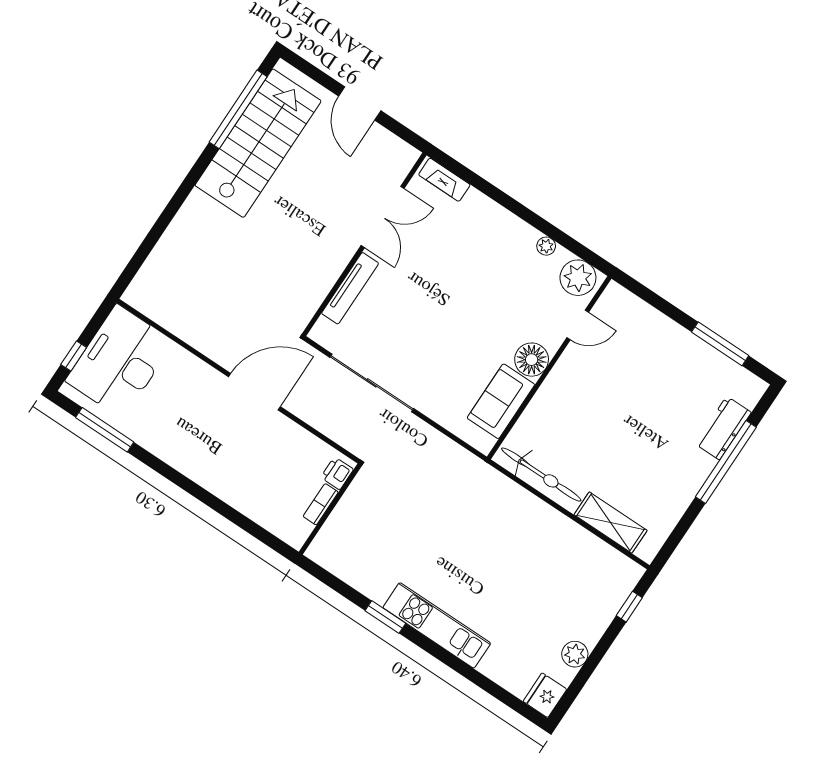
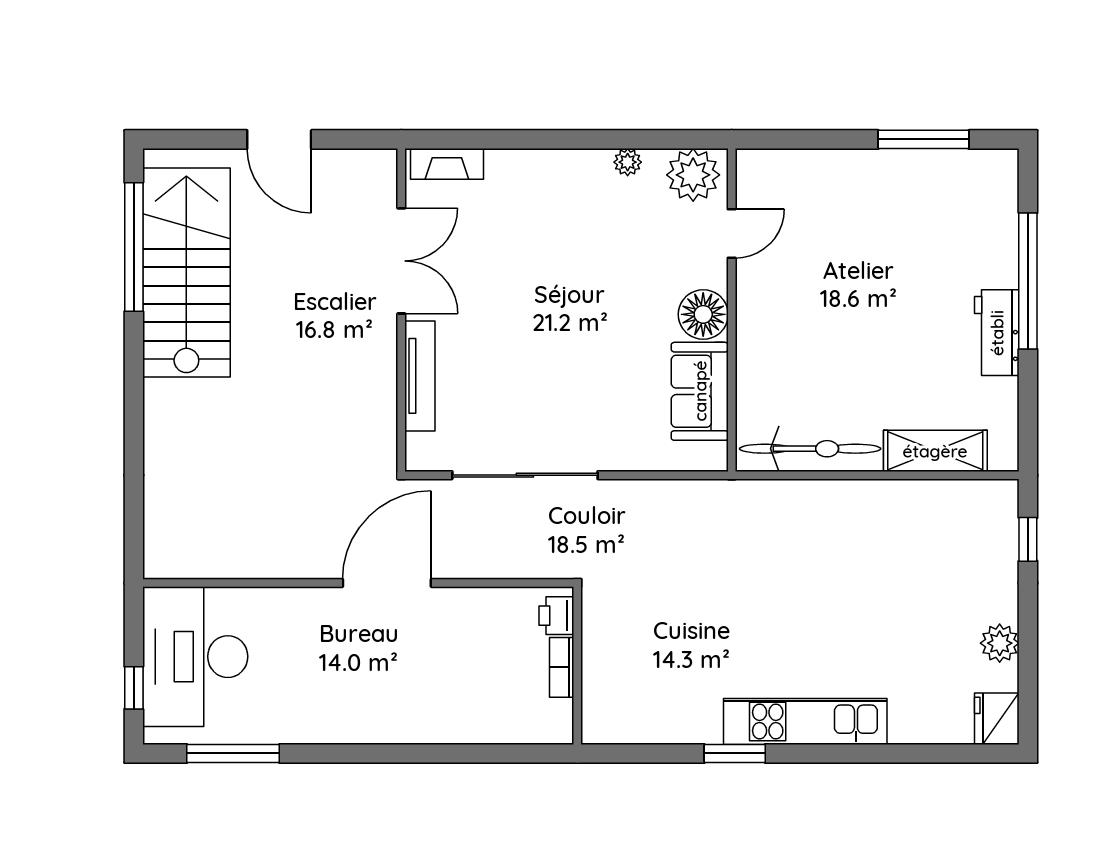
workbench: (723, 428) -> (997, 333), moved

